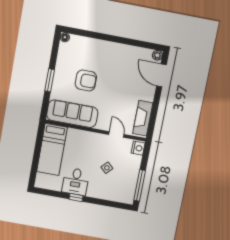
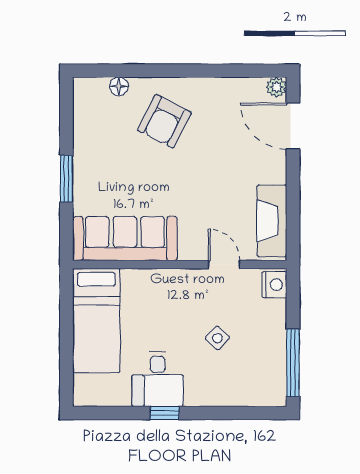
floor lamp: (65, 37) -> (119, 86), moved
armchair: (86, 81) -> (164, 121), moved, turned 117

